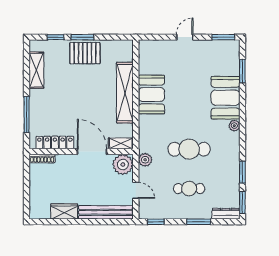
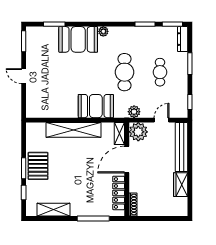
booth: (151, 95) -> (96, 106), moved

